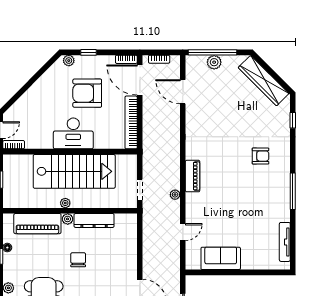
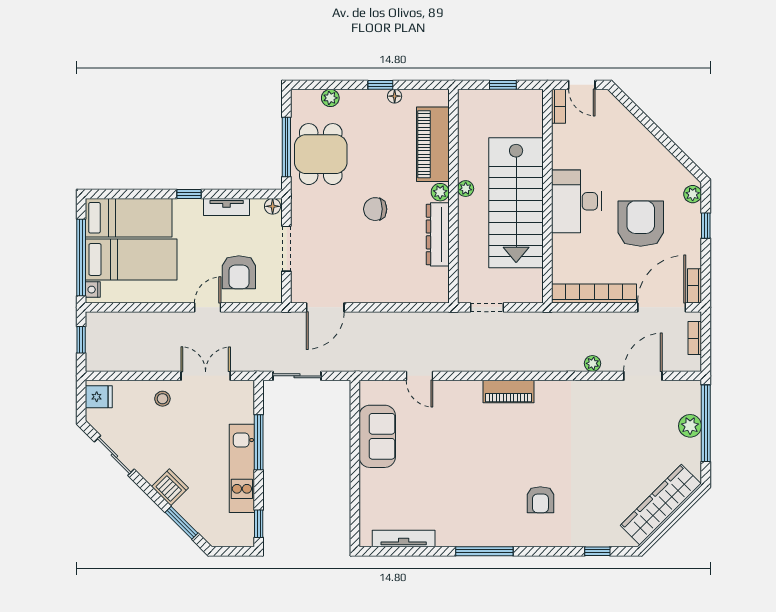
plant: (175, 195) -> (592, 363), moved
chair: (78, 260) -> (375, 209), turned 180

